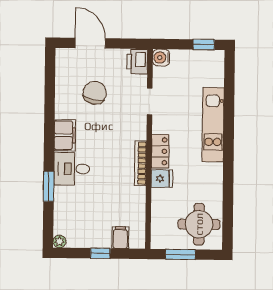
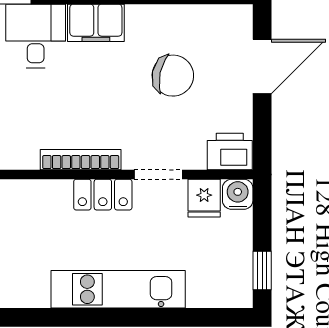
locker: (160, 151) -> (103, 195), moved
bookcase: (141, 163) -> (81, 160), moved
fridge: (162, 179) -> (204, 198), moved

